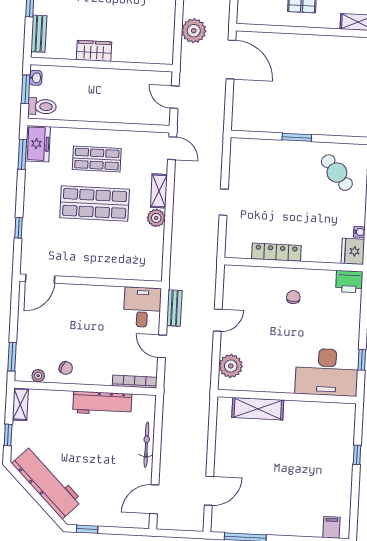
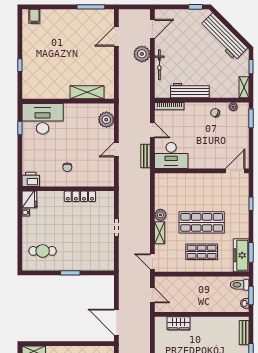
plant: (194, 31) -> (142, 54), moved
wardrobe: (94, 51) -> (179, 323), moved
freezer: (38, 144) -> (241, 255), width x1.40
cafe table: (337, 173) -> (43, 251), turned -50
desk: (142, 307) -> (171, 155), width x1.37

